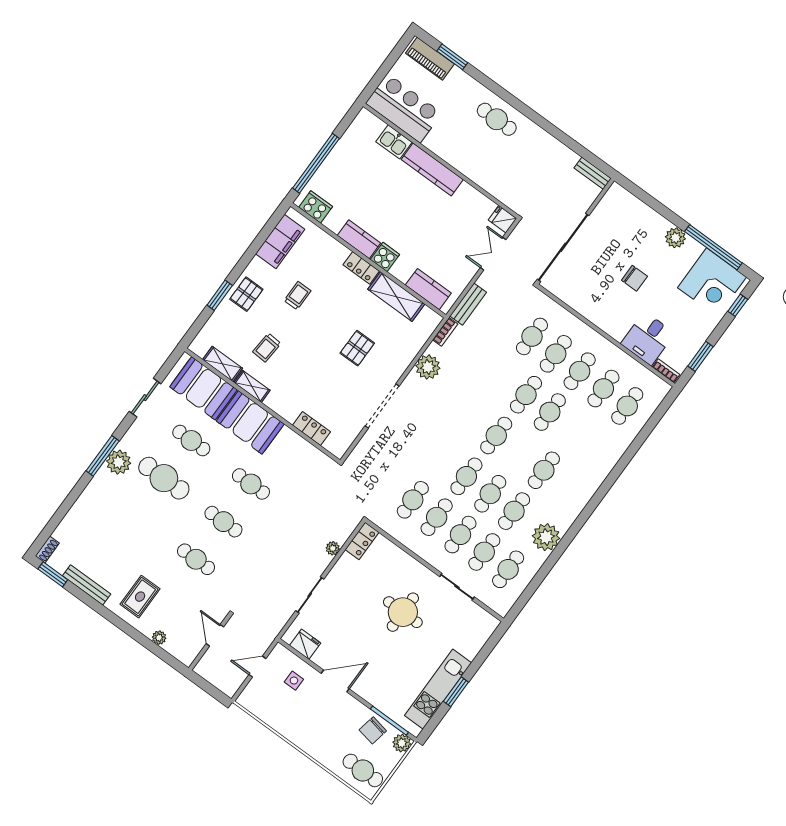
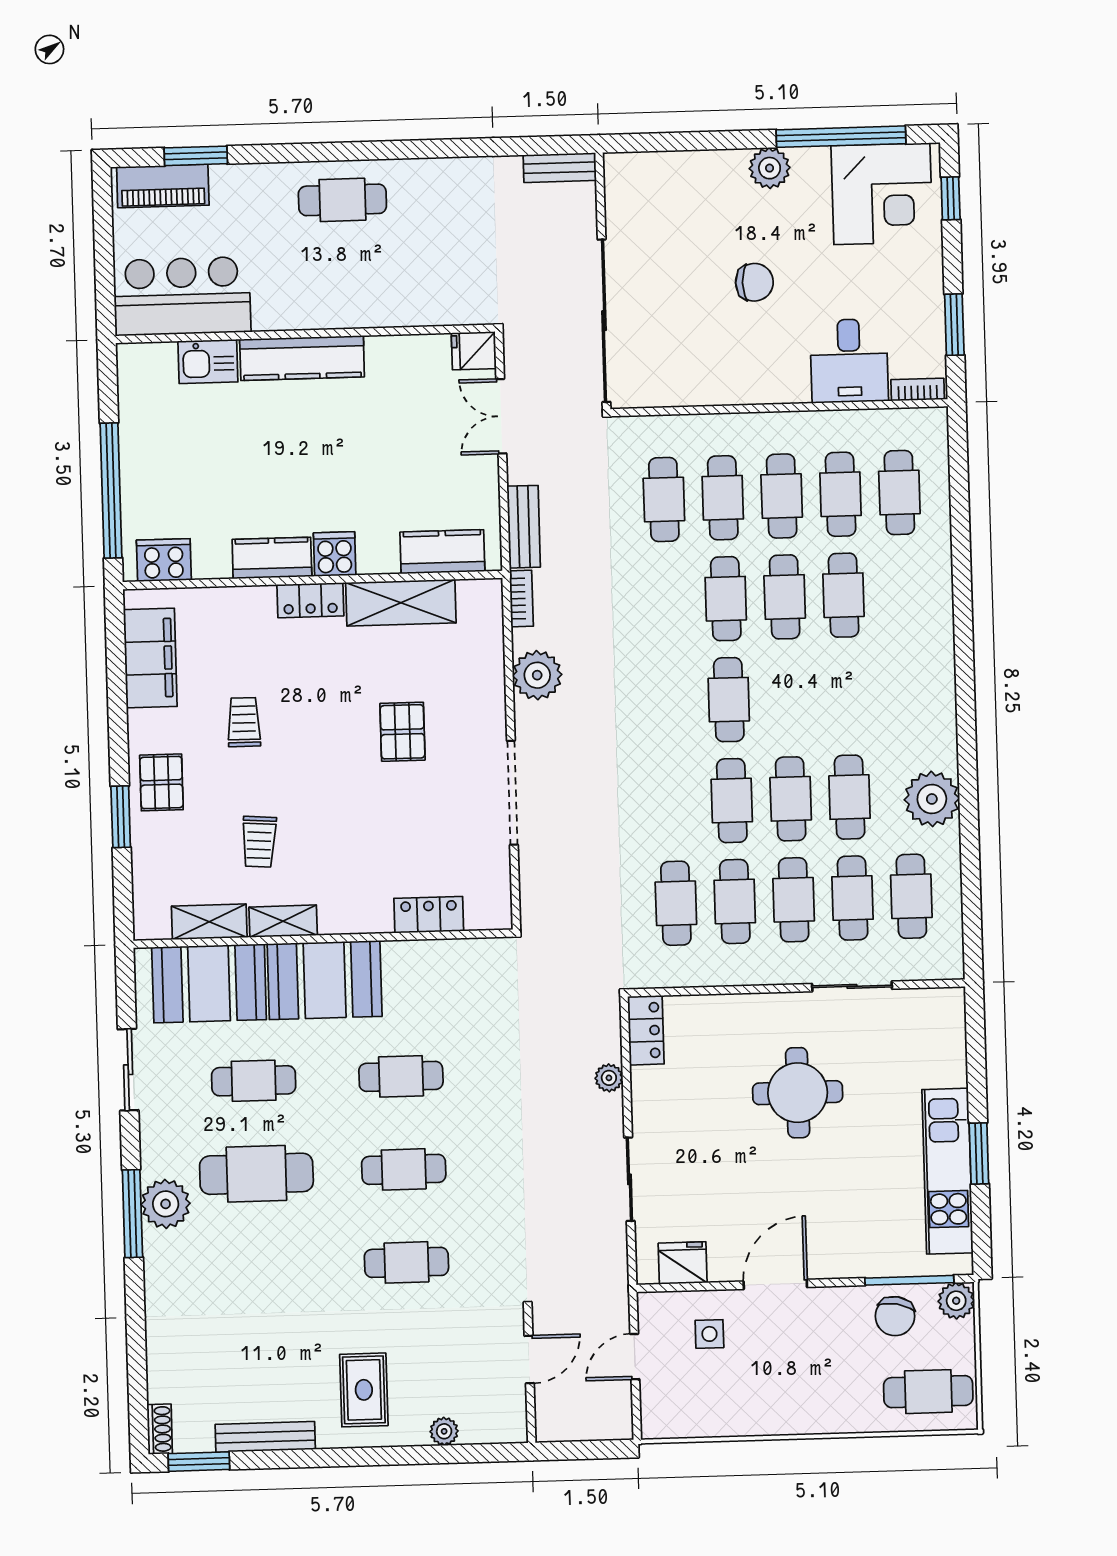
cafe table: (544, 470) -> (844, 595), moved
door: (215, 635) -> (529, 1359), swing flipped

